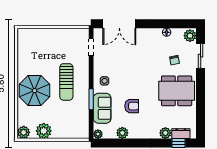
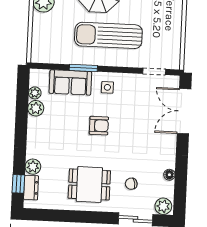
sun lounger: (66, 82) -> (108, 35), width x1.36, depth x1.34
dining table: (177, 91) -> (89, 184), width x0.73
armchair: (132, 106) -> (99, 126), moved, turned -90
plant: (98, 134) -> (35, 93), moved

